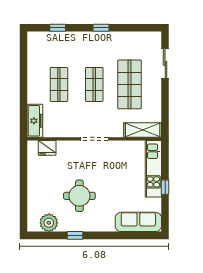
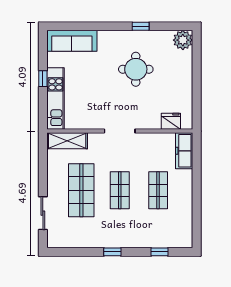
plant: (49, 223) -> (183, 40), moved

